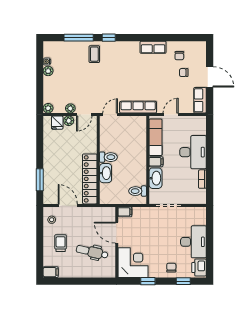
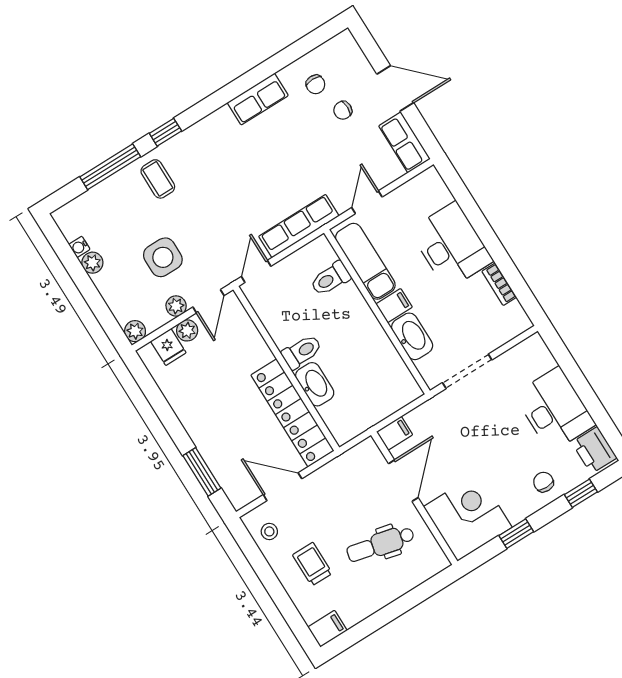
side table: (77, 86) -> (163, 257), added
toilet: (138, 191) -> (330, 279), moved
door: (117, 233) -> (403, 481), swing flipped

